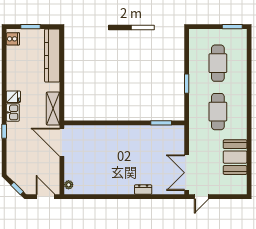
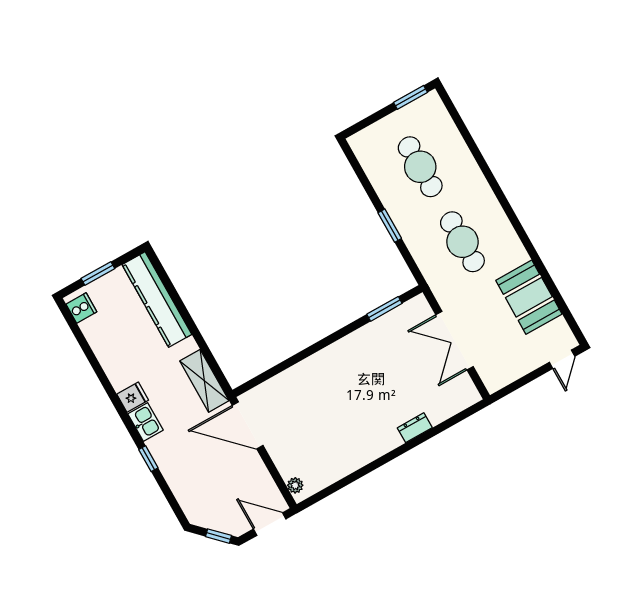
double door: (187, 173) -> (455, 341), moved
door: (201, 197) -> (562, 359), moved

